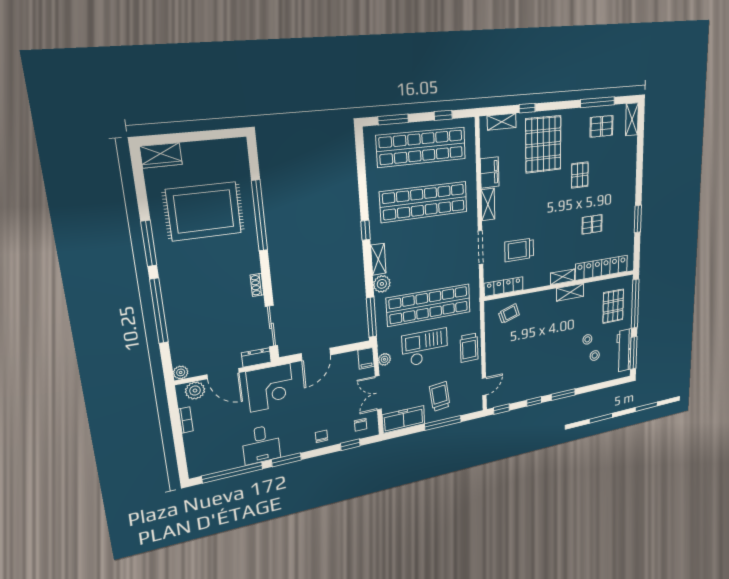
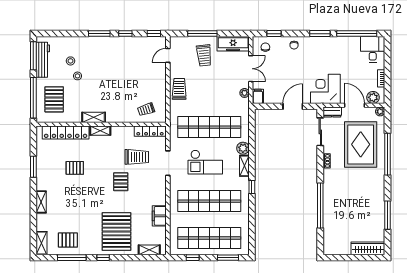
window: (527, 108) -> (103, 258), moved
wardrobe: (161, 155) -> (368, 248), width x1.50
pallet: (580, 175) -> (121, 182), moved
shelving: (488, 204) -> (41, 202), moved
rug: (204, 211) -> (361, 144), moved, turned 90
window: (149, 243) -> (387, 215), moved
window: (372, 317) -> (252, 126), removed
checkout: (425, 347) -> (205, 162), moved
desk: (261, 445) -> (373, 49), moved

